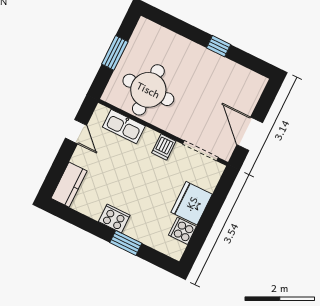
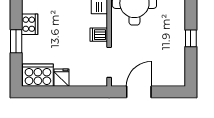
fridge: (192, 203) -> (62, 78), width x0.53, depth x0.75
cooker: (182, 231) -> (38, 75), width x1.87, depth x1.31

